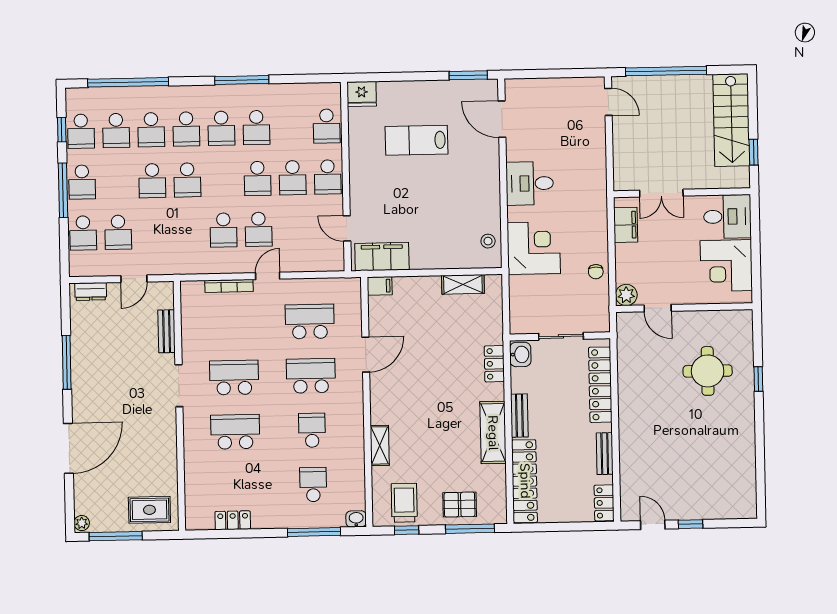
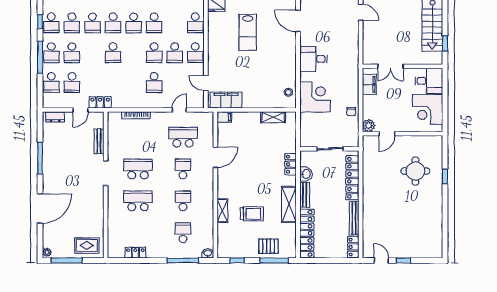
lab bench: (416, 140) -> (248, 32), turned -90
school desk: (152, 181) -> (72, 53), moved
school desk: (223, 230) -> (134, 83), removed
locker: (167, 265) -> (100, 102), added
door: (268, 276) -> (179, 110), moved
door: (658, 308) -> (387, 134), hinge flipped
washbasin: (520, 354) -> (306, 174), moved
school desk: (311, 376) -> (183, 169), width x0.54
bench: (605, 454) -> (354, 218), width x1.36
trolley: (404, 503) -> (252, 214), moved, turned 90

